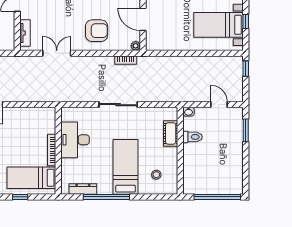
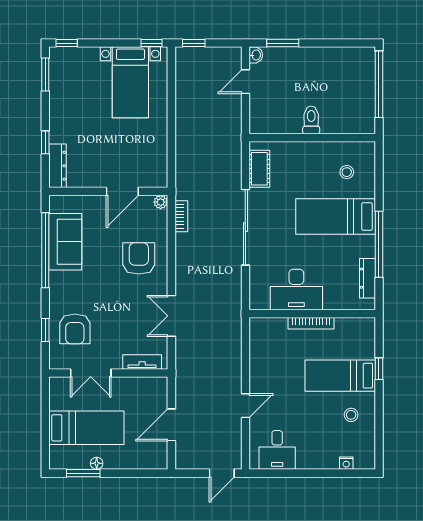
window: (246, 21) -> (152, 43), moved
sliding door: (118, 105) -> (245, 227), width x1.36
washbasin: (188, 112) -> (256, 55), moved
cot: (171, 133) -> (259, 169), moved, turned 90
toilet: (192, 137) -> (311, 120), moved
bed: (31, 178) -> (340, 376), moved, turned 90

